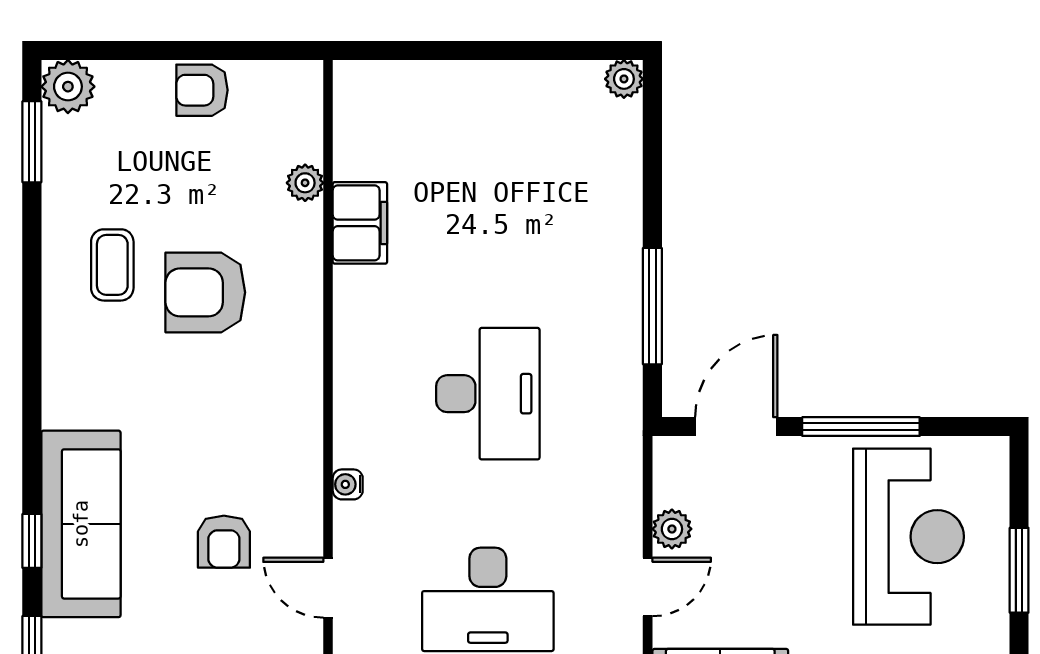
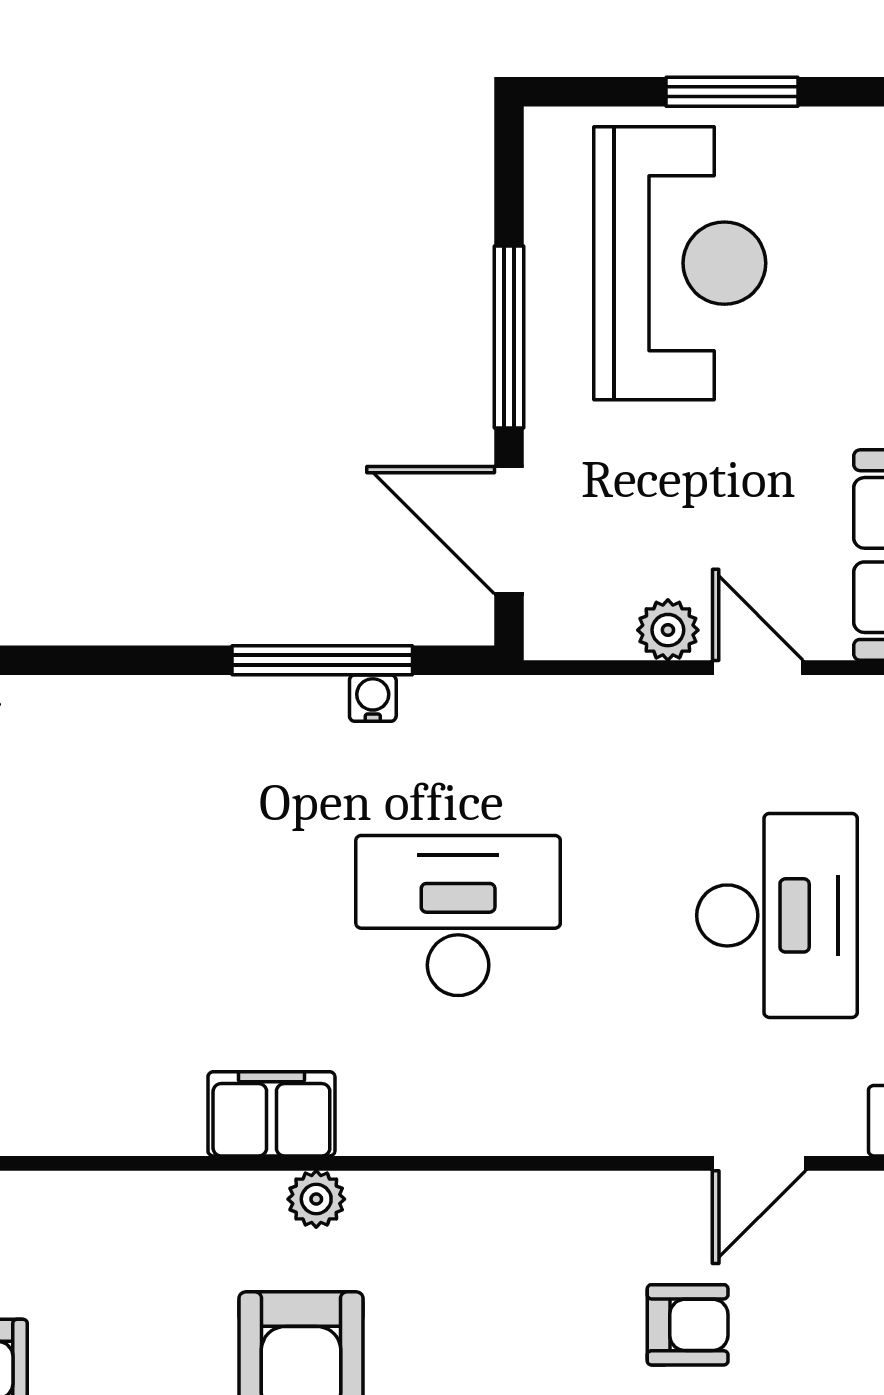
plant: (305, 183) -> (316, 1199), moved
filing cabinet: (360, 223) -> (271, 1114), moved
water cooler: (348, 484) -> (373, 698), moved, turned 180
reception desk: (908, 537) -> (680, 263), turned 90

